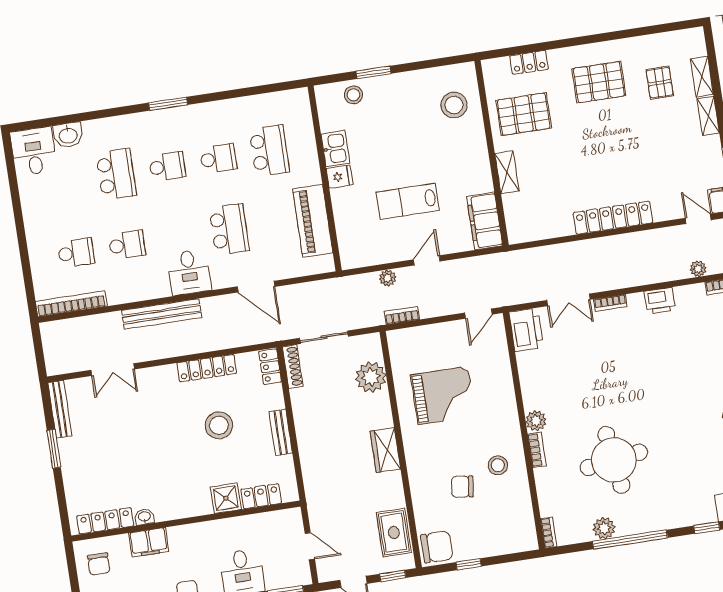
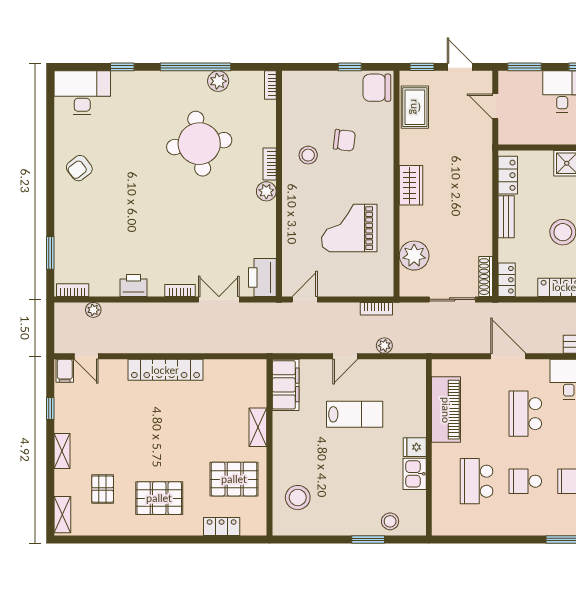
shelving: (702, 77) -> (62, 515), moved
locker: (261, 496) -> (508, 175), moved, turned -90

